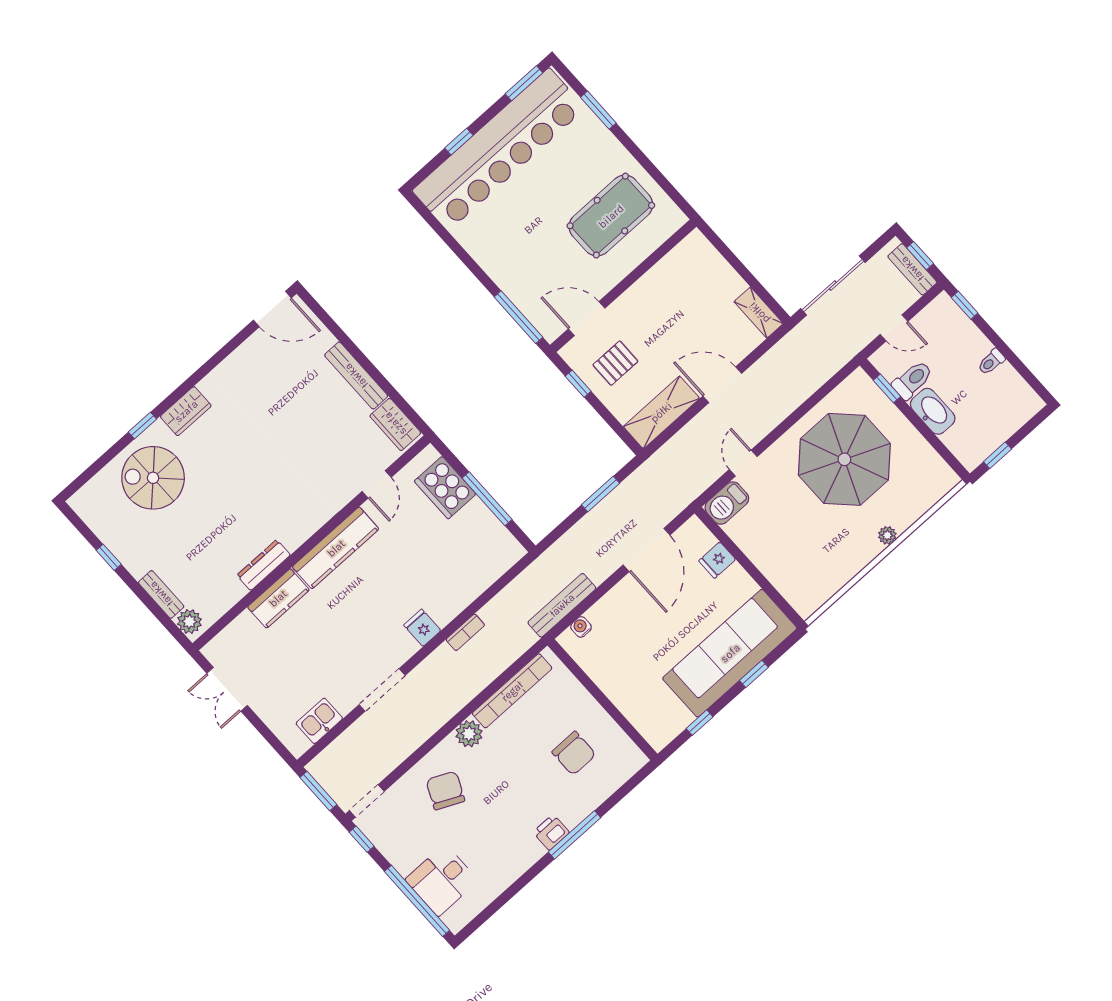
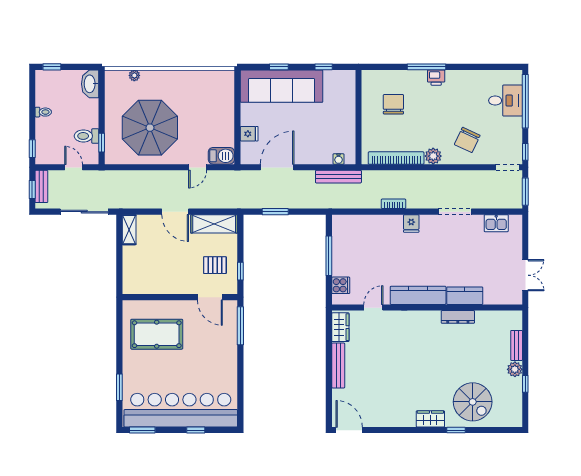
washbasin: (933, 411) -> (90, 84), moved
window: (997, 455) -> (52, 67), moved
cooker: (445, 488) -> (341, 285), width x0.53, depth x0.76
plant: (887, 535) -> (134, 75), moved
plant: (189, 622) -> (515, 369), moved

